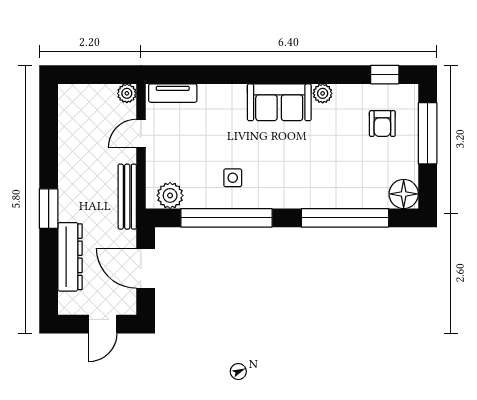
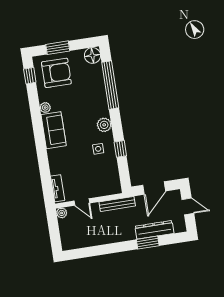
armchair: (382, 124) -> (56, 73), width x1.88, depth x1.88
window: (428, 133) -> (58, 48), width x0.69
plant: (170, 195) -> (104, 125), moved
window: (49, 209) -> (148, 243), moved
window: (226, 218) -> (120, 149), width x0.32

